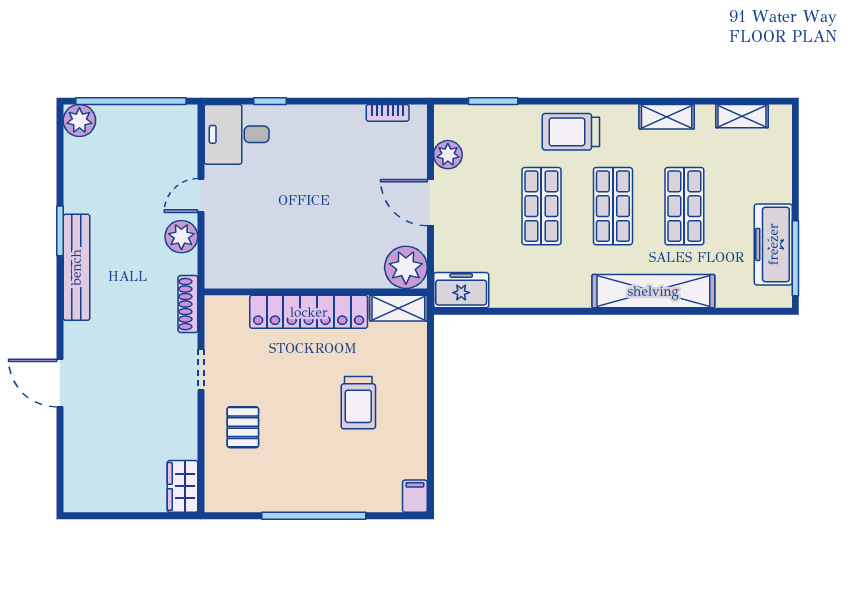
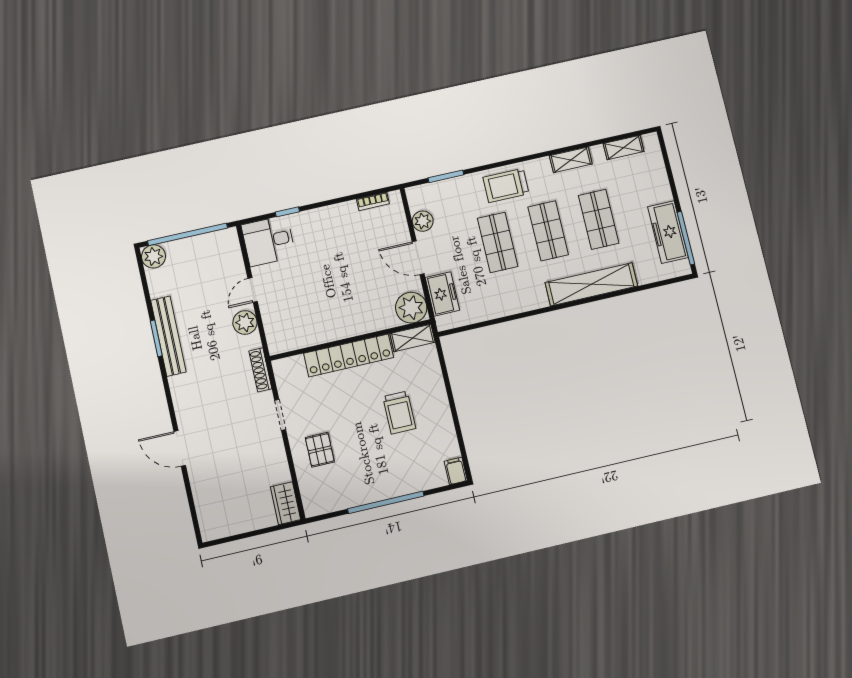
bench: (76, 267) -> (168, 336), moved
freezer: (461, 290) -> (442, 294), moved, turned 90

